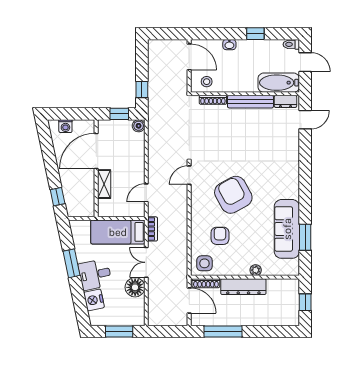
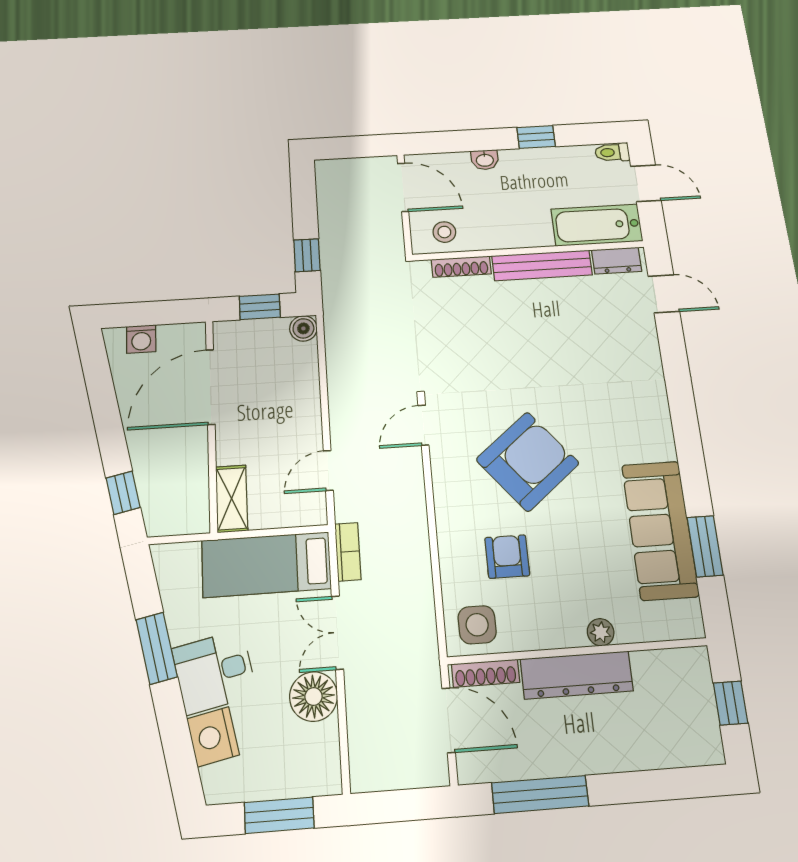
door: (305, 120) -> (664, 294), hinge flipped
shelving: (104, 184) -> (232, 499), moved
armchair: (233, 195) -> (528, 461), turned 80

